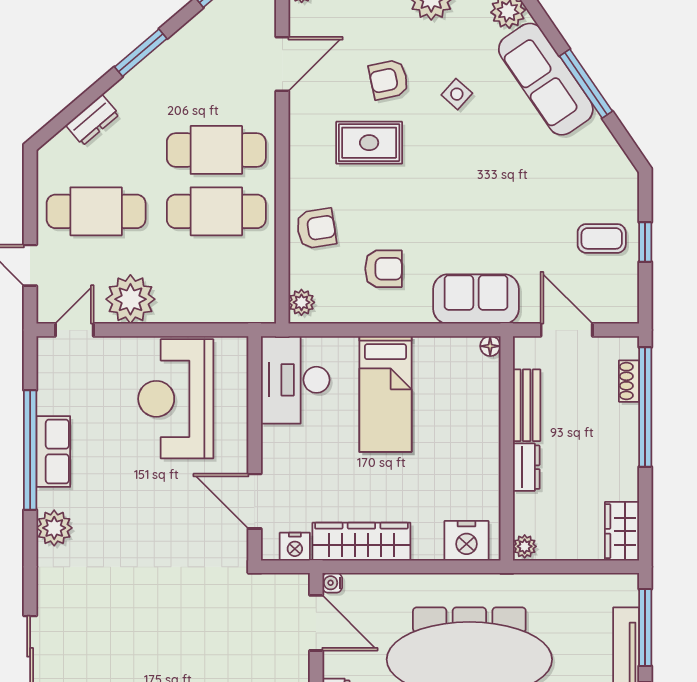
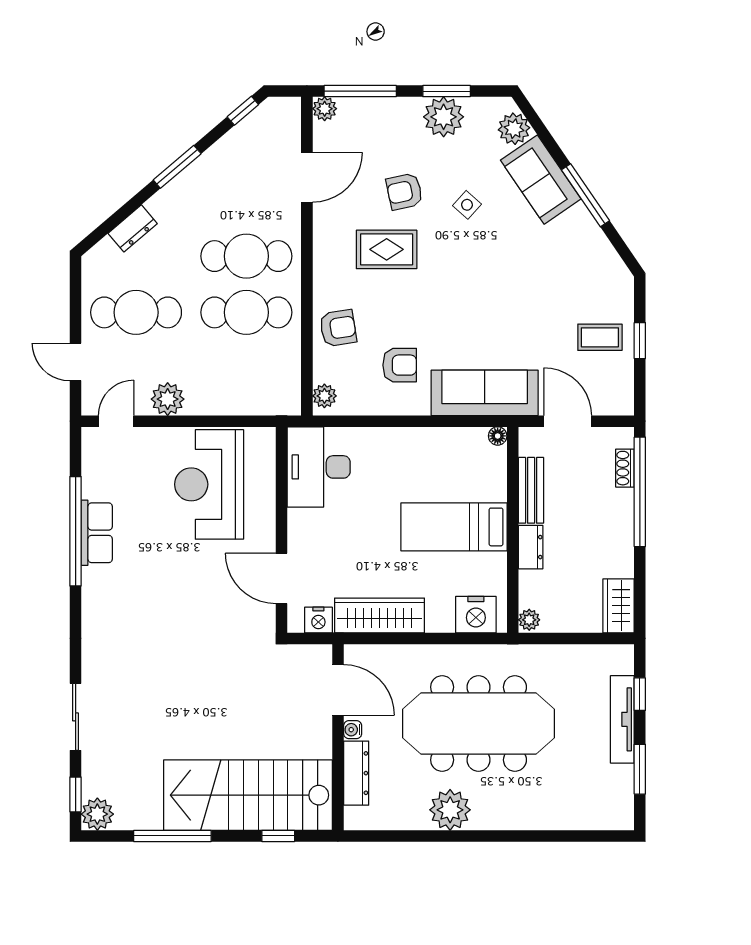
sofa: (546, 79) -> (541, 180), width x0.73
plant: (130, 299) -> (168, 399), width x0.73, depth x0.73
sofa: (476, 299) -> (485, 393), width x1.36
bed: (385, 394) -> (454, 527), moved, turned 90
plant: (54, 528) -> (98, 603), removed
water cooler: (332, 583) -> (353, 730), moved
window: (645, 627) -> (640, 694), width x0.46

